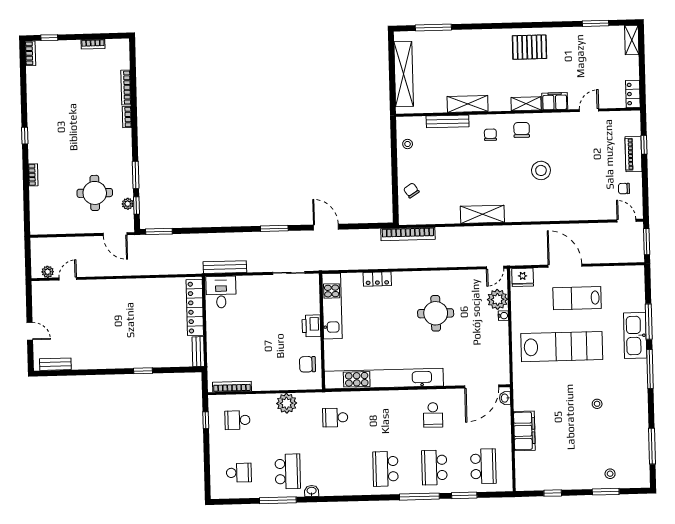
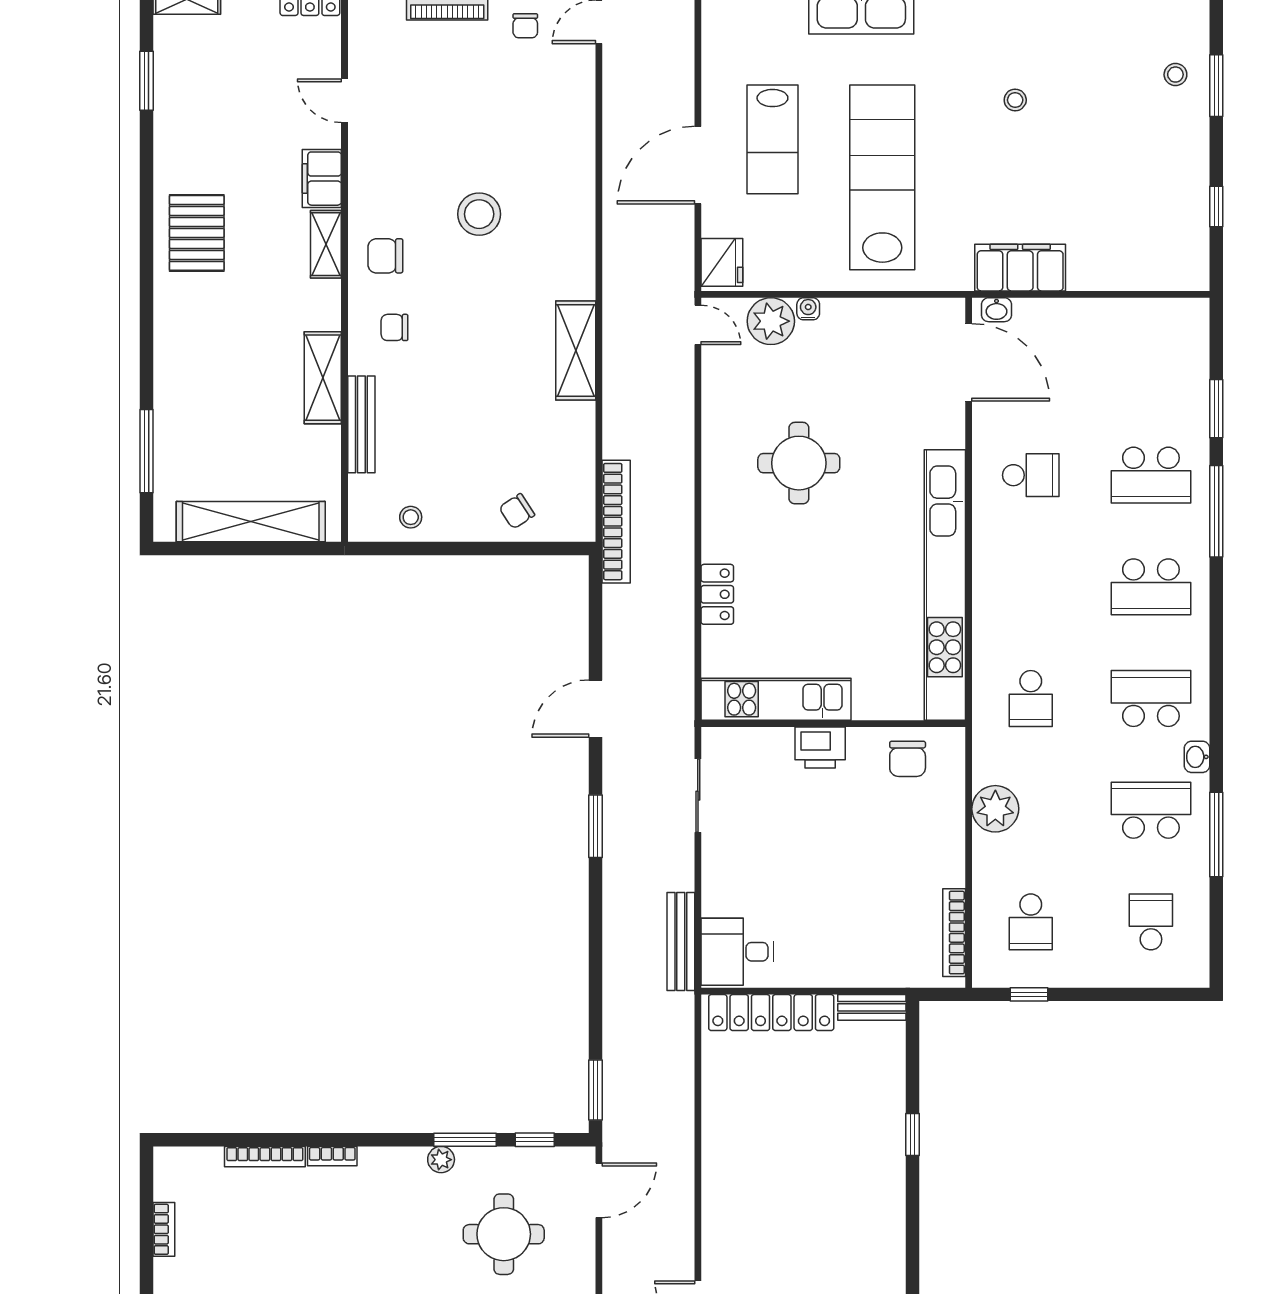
plant: (128, 204) -> (441, 1160), moved
filing cabinet: (524, 431) -> (1020, 268), moved
school desk: (483, 466) -> (1151, 699), moved

